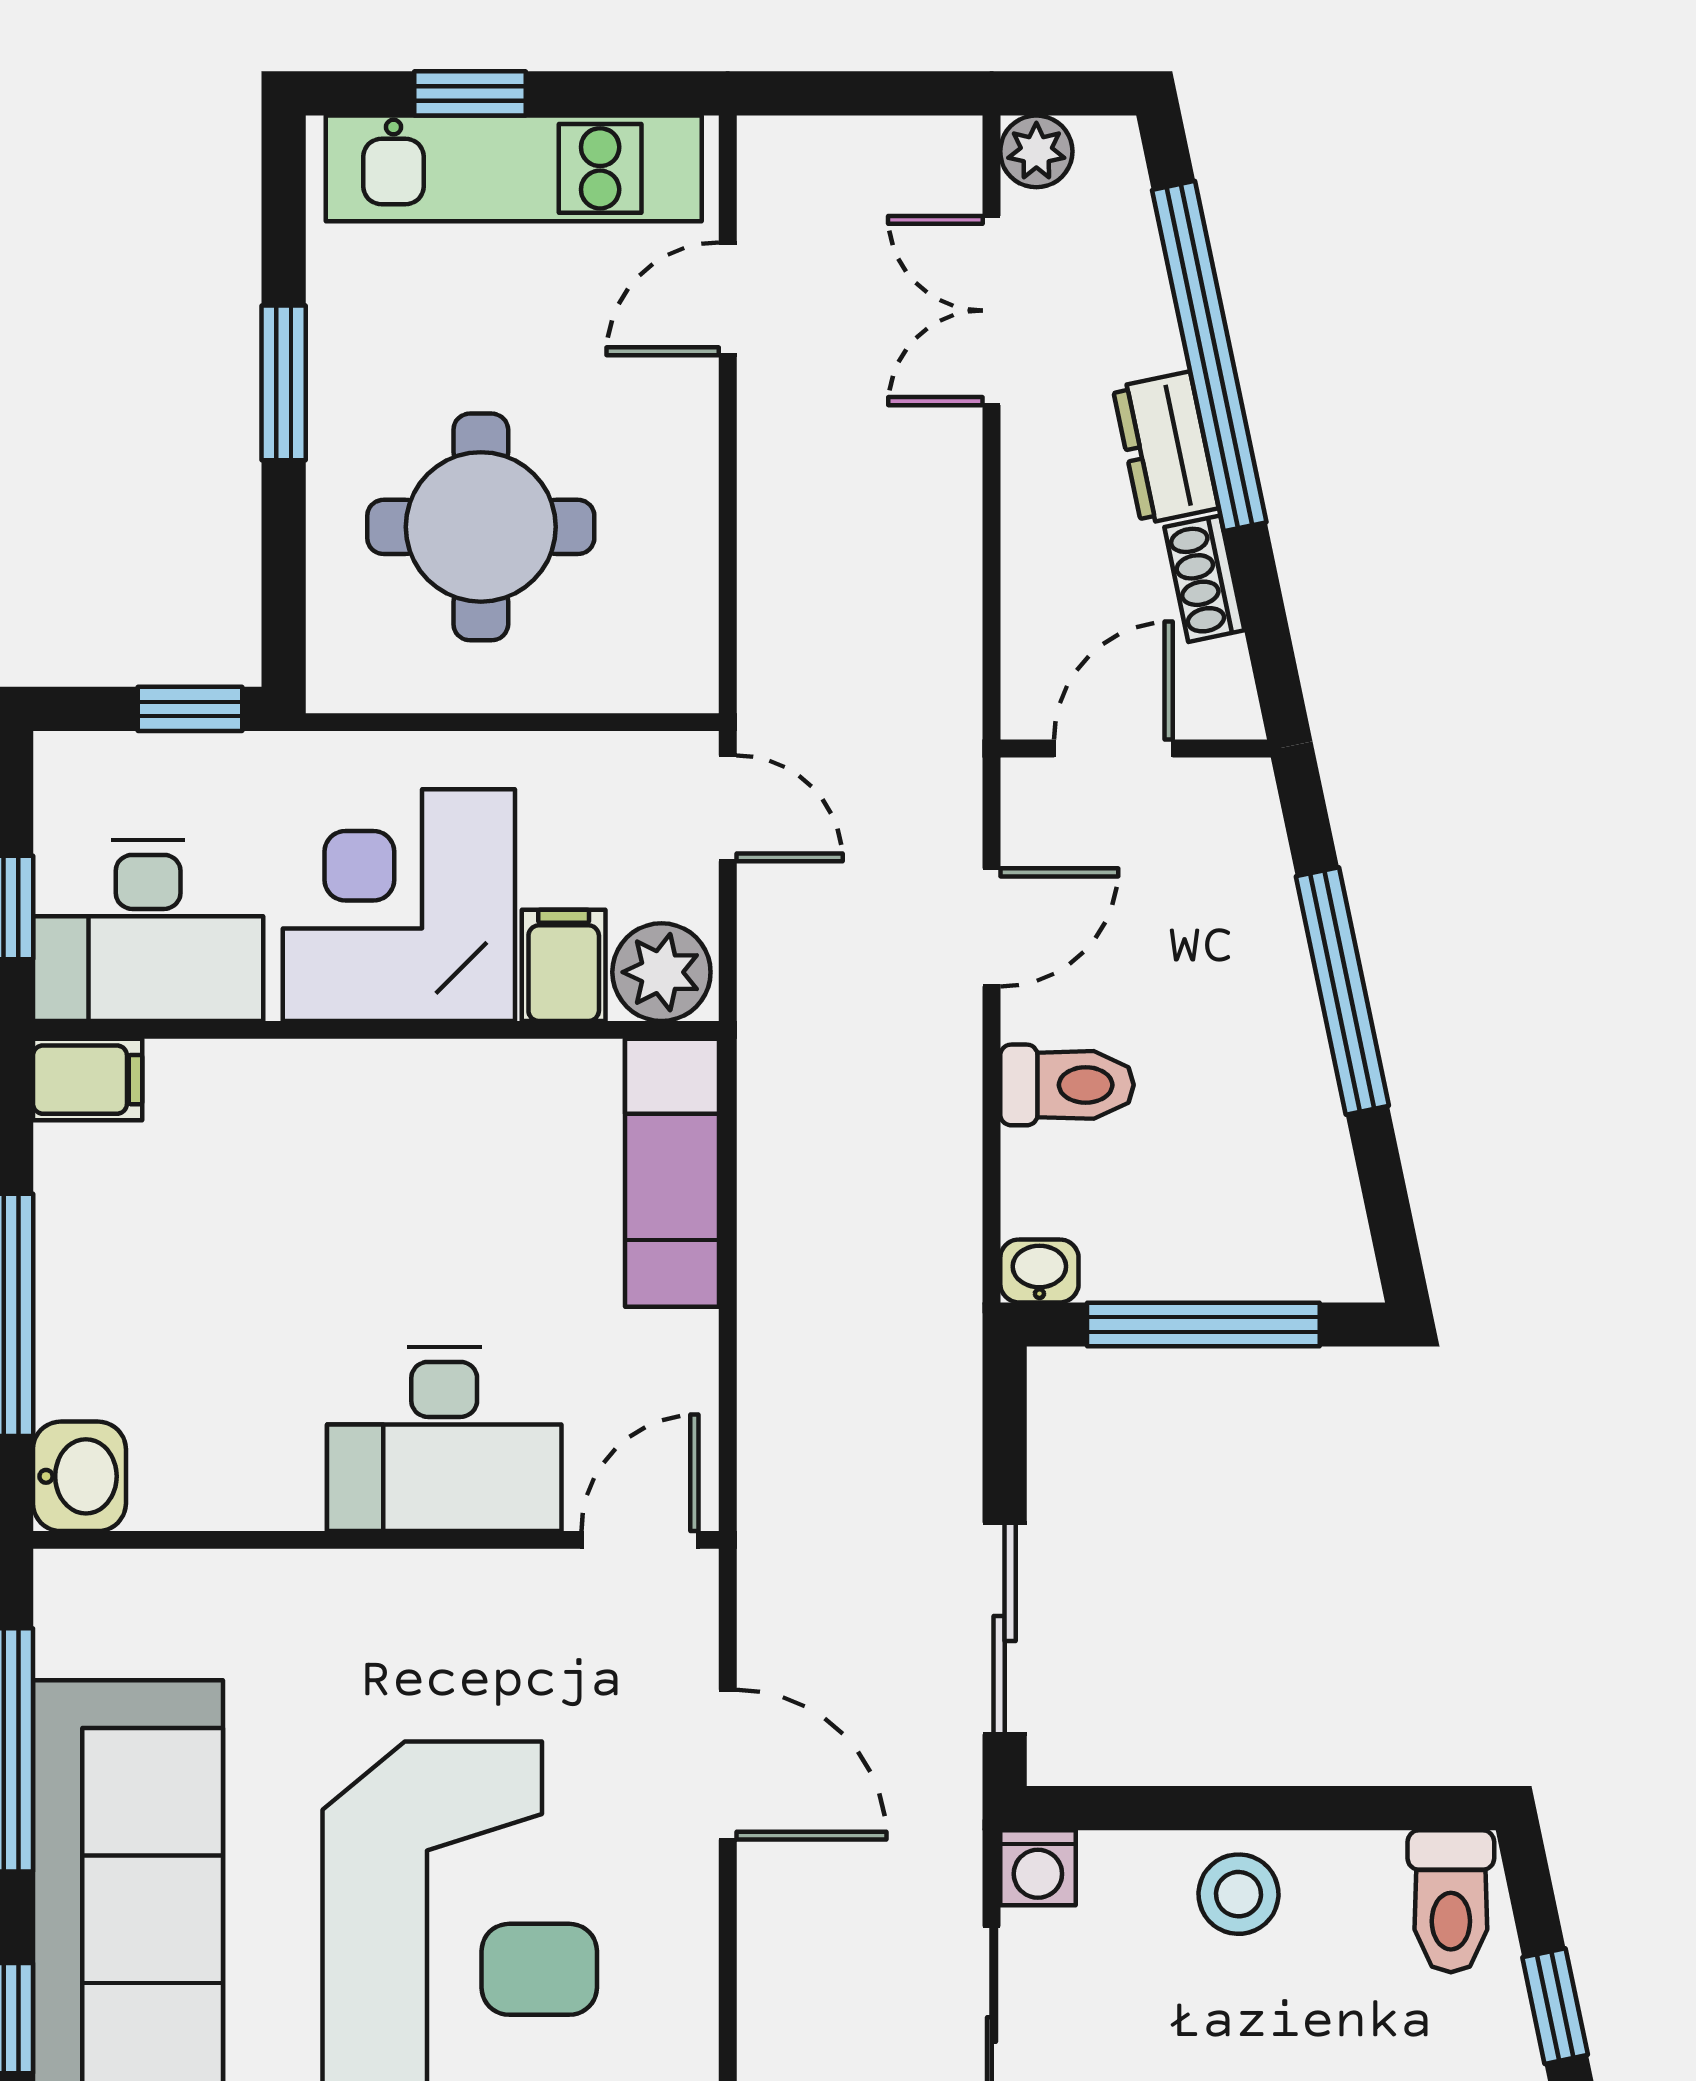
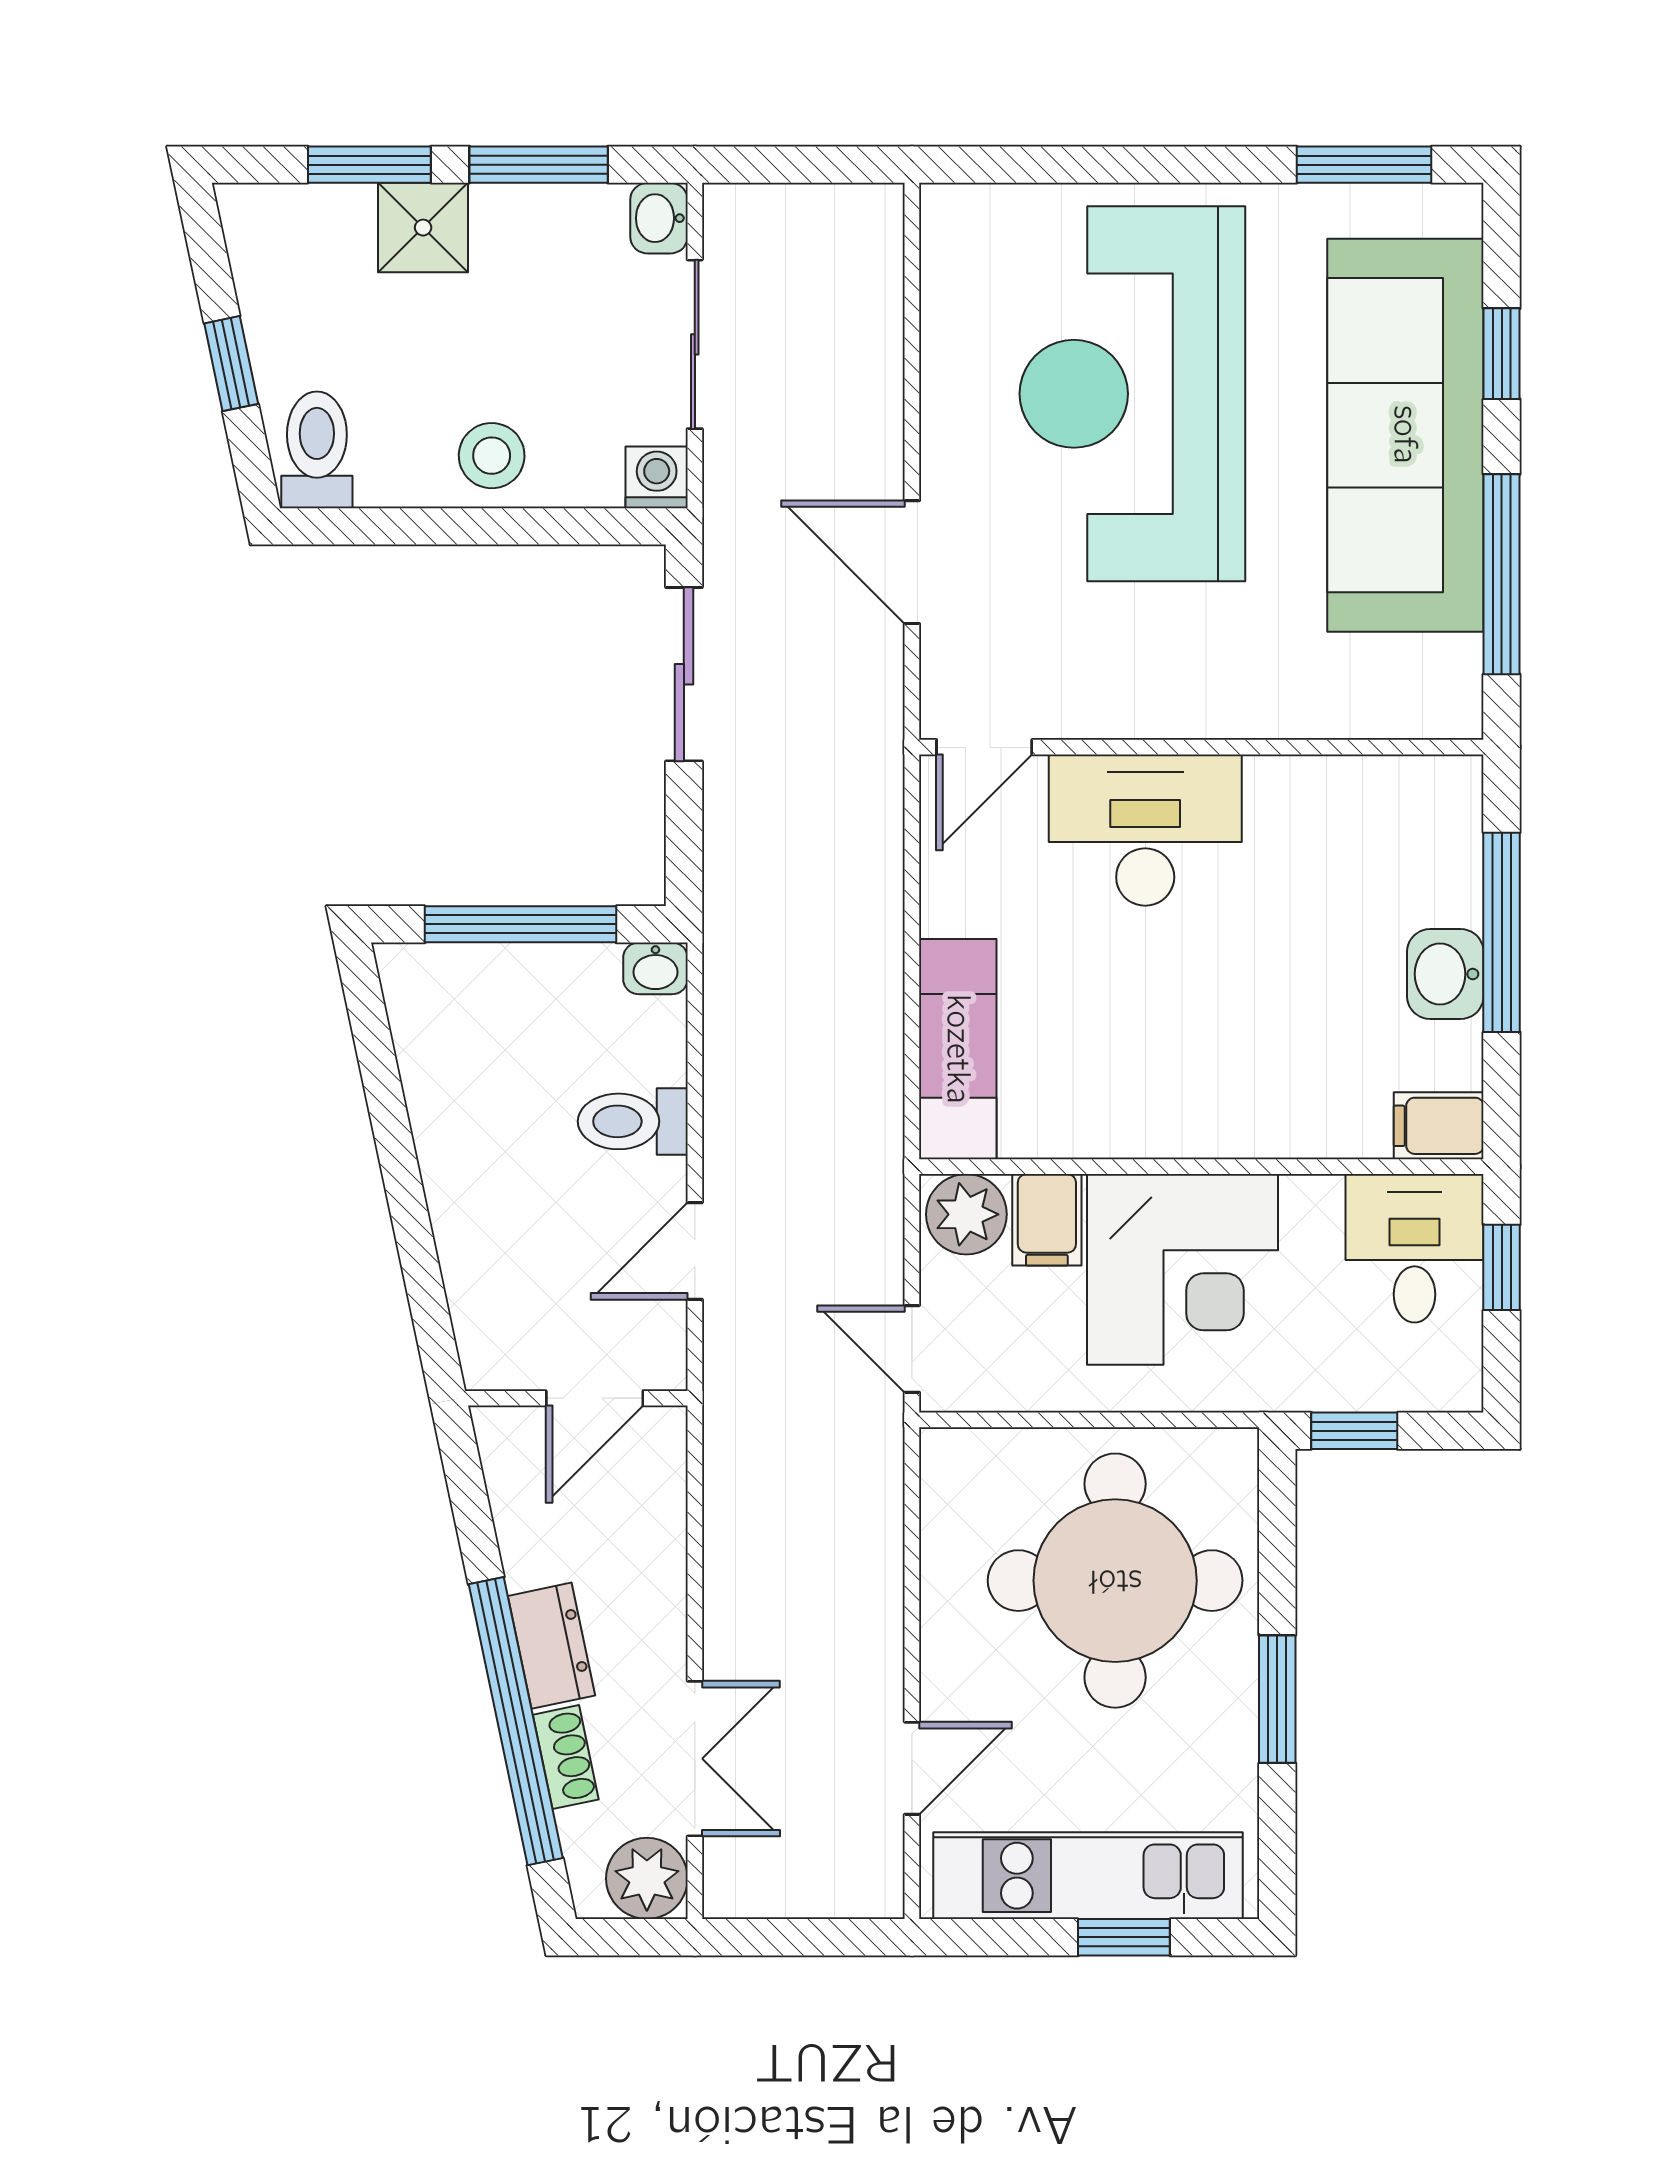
plant: (1036, 151) -> (647, 1878), width x1.38, depth x1.38
round table: (481, 527) -> (1115, 1581), width x1.36, depth x1.36
shoe rack: (1204, 579) -> (566, 1757), moved
desk: (148, 931) -> (1415, 1248), width x0.73
window: (1342, 991) -> (406, 1199), removed
washbasin: (79, 1476) -> (1445, 974), moved

